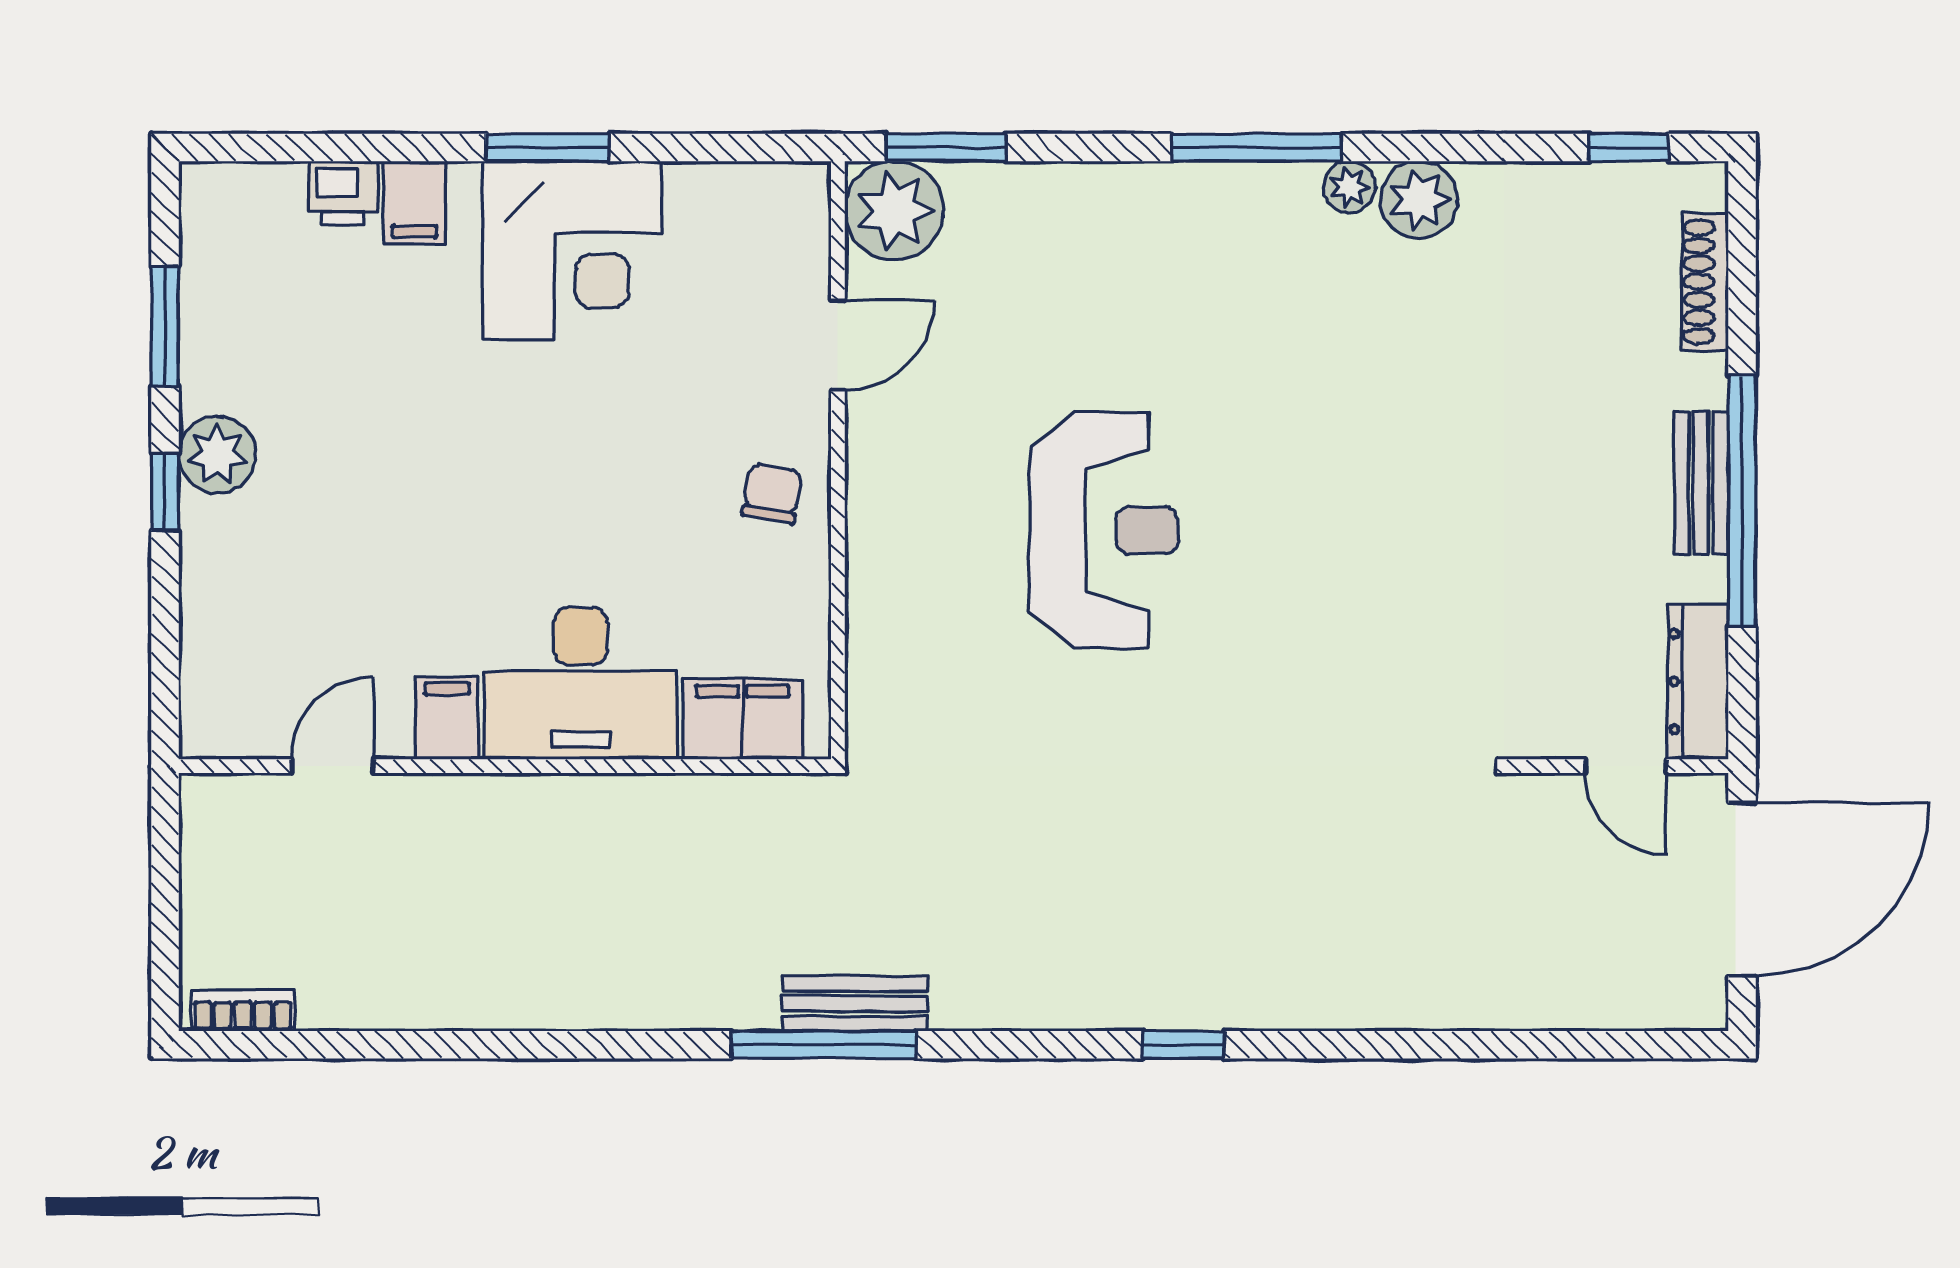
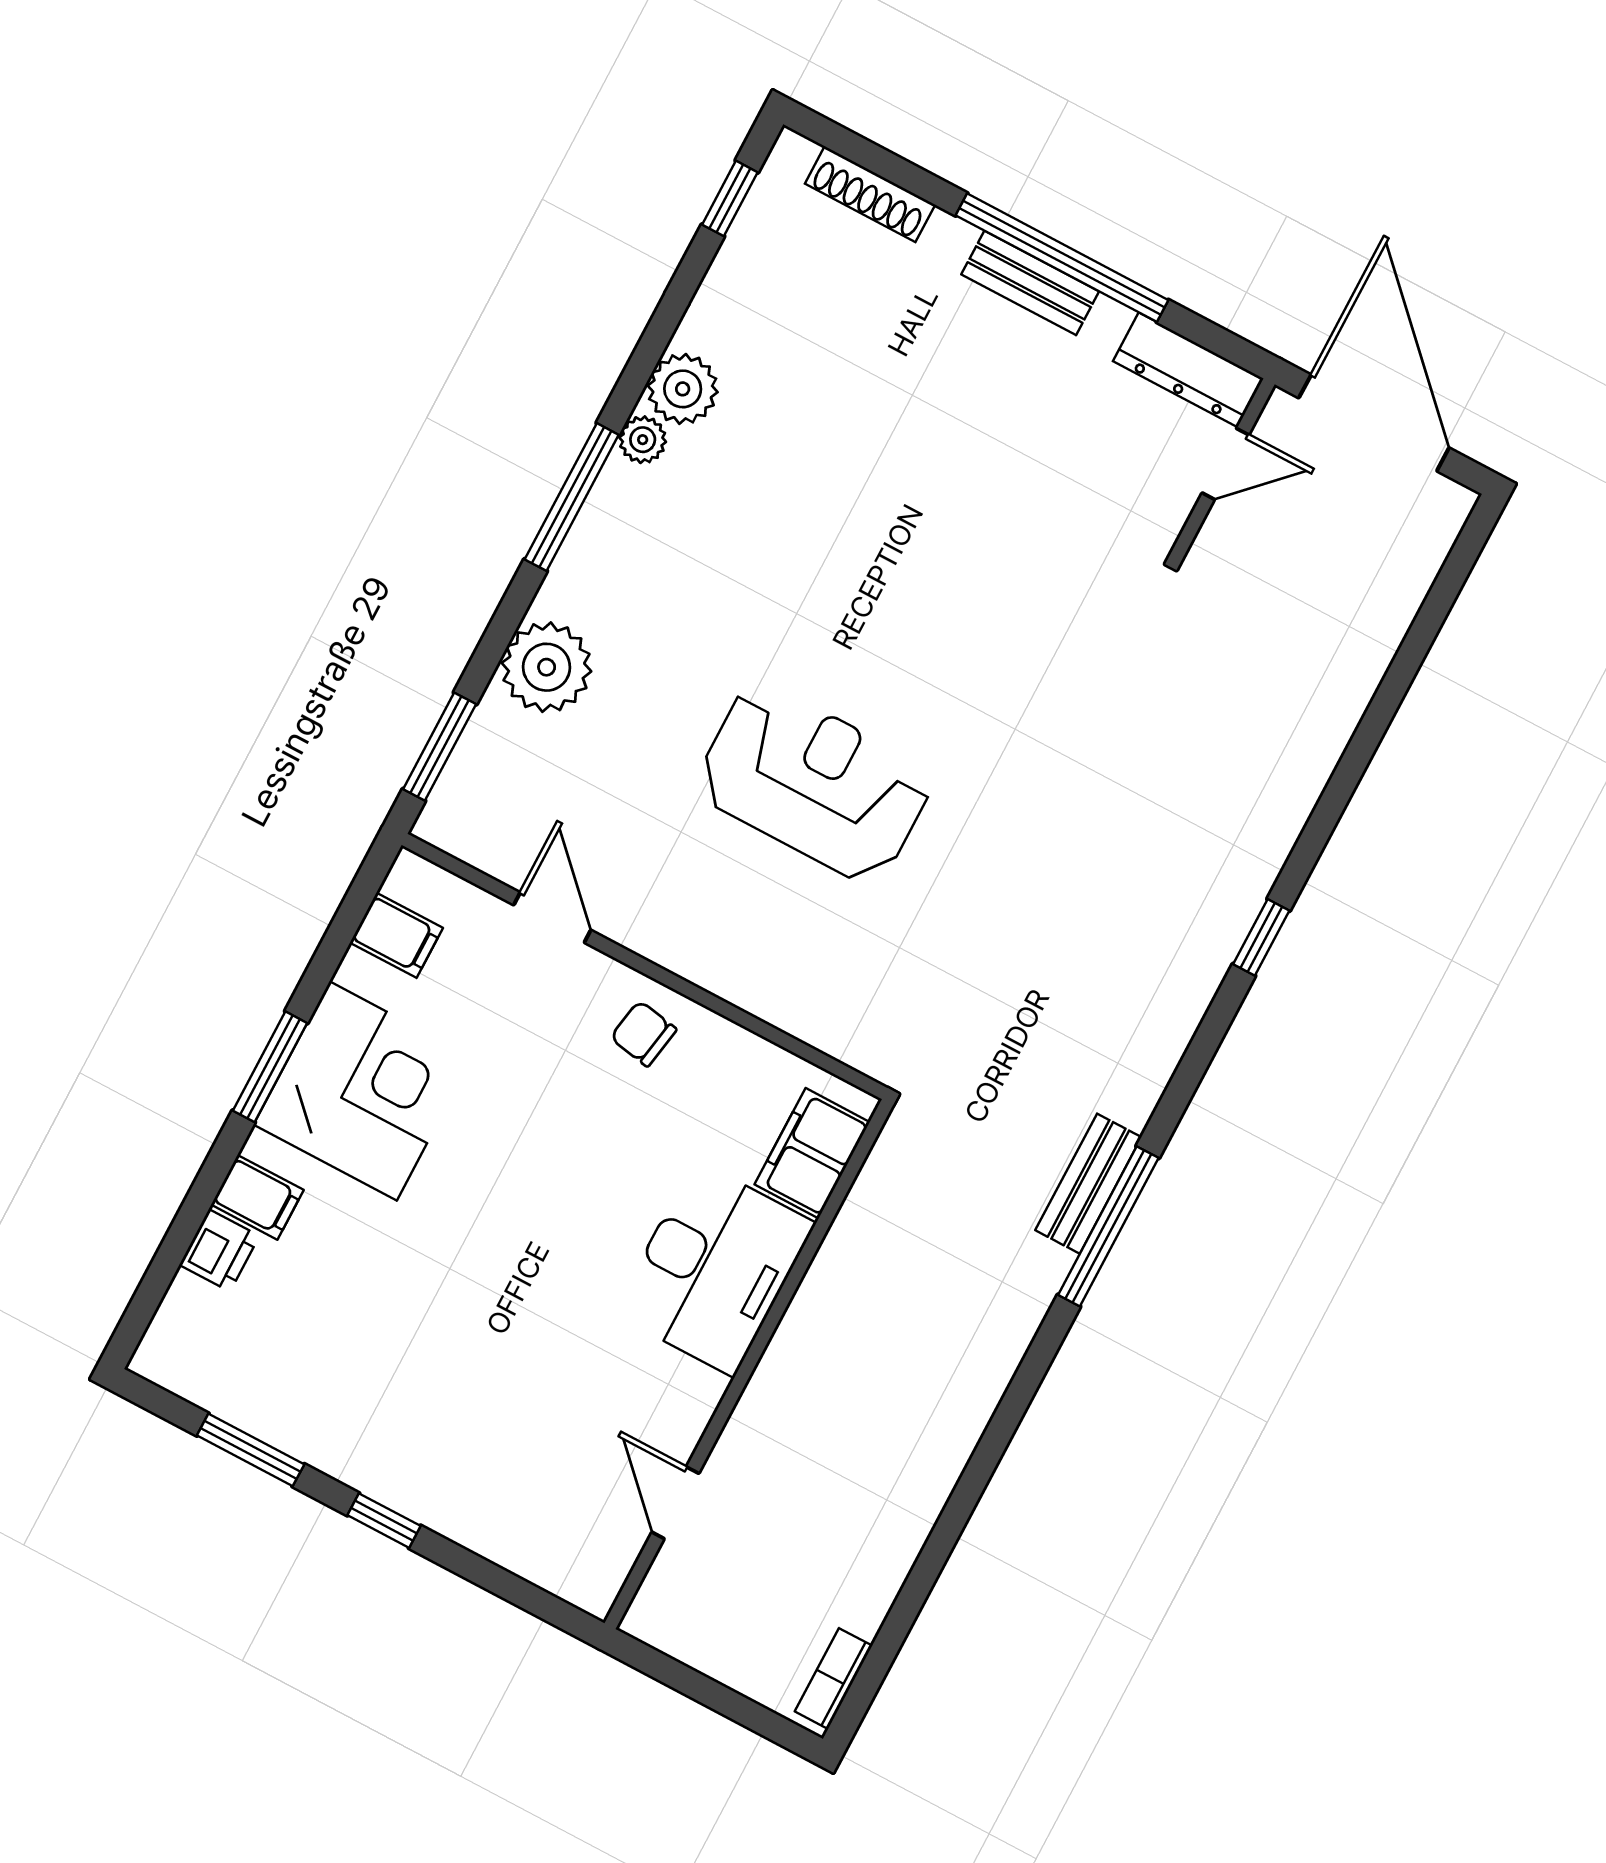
plant: (894, 211) -> (547, 667), moved
plant: (217, 455) -> (376, 1463), removed
filing cabinet: (447, 718) -> (396, 935), moved, turned 180

